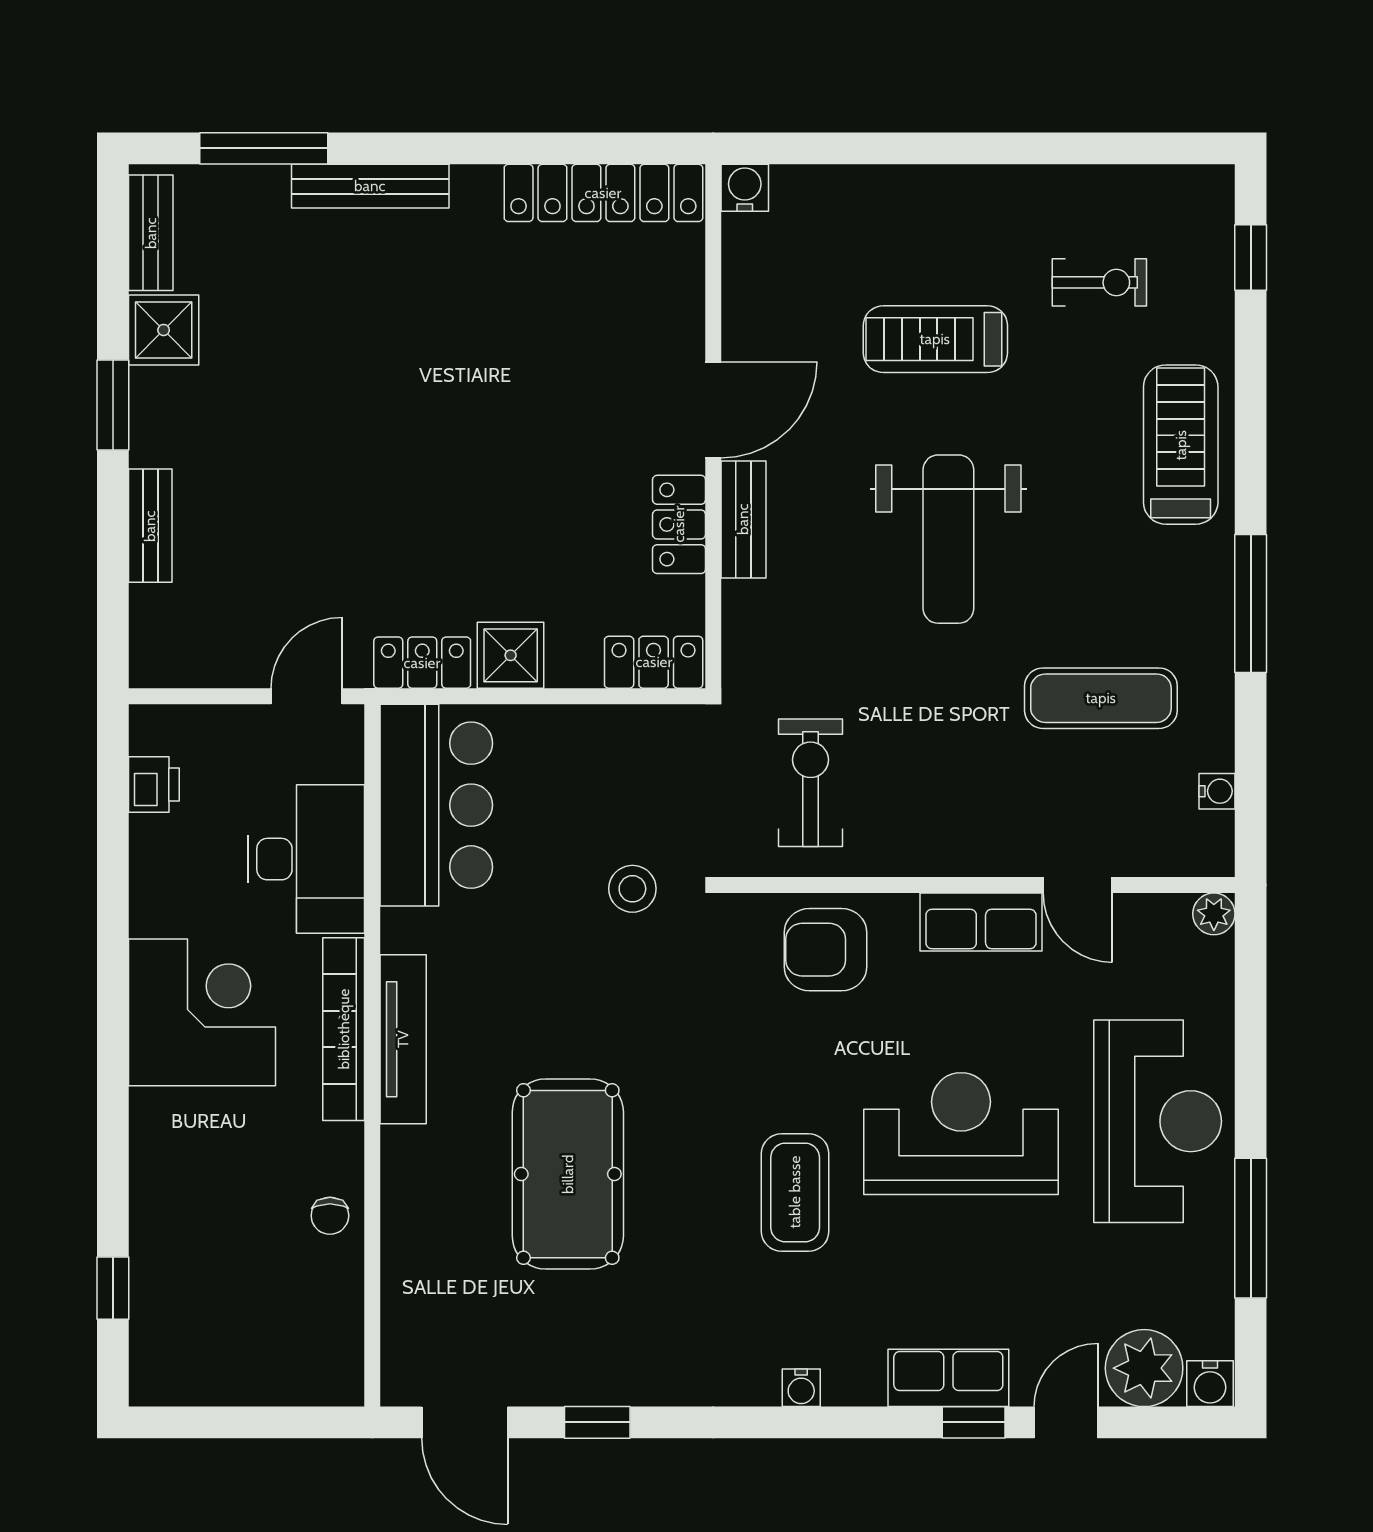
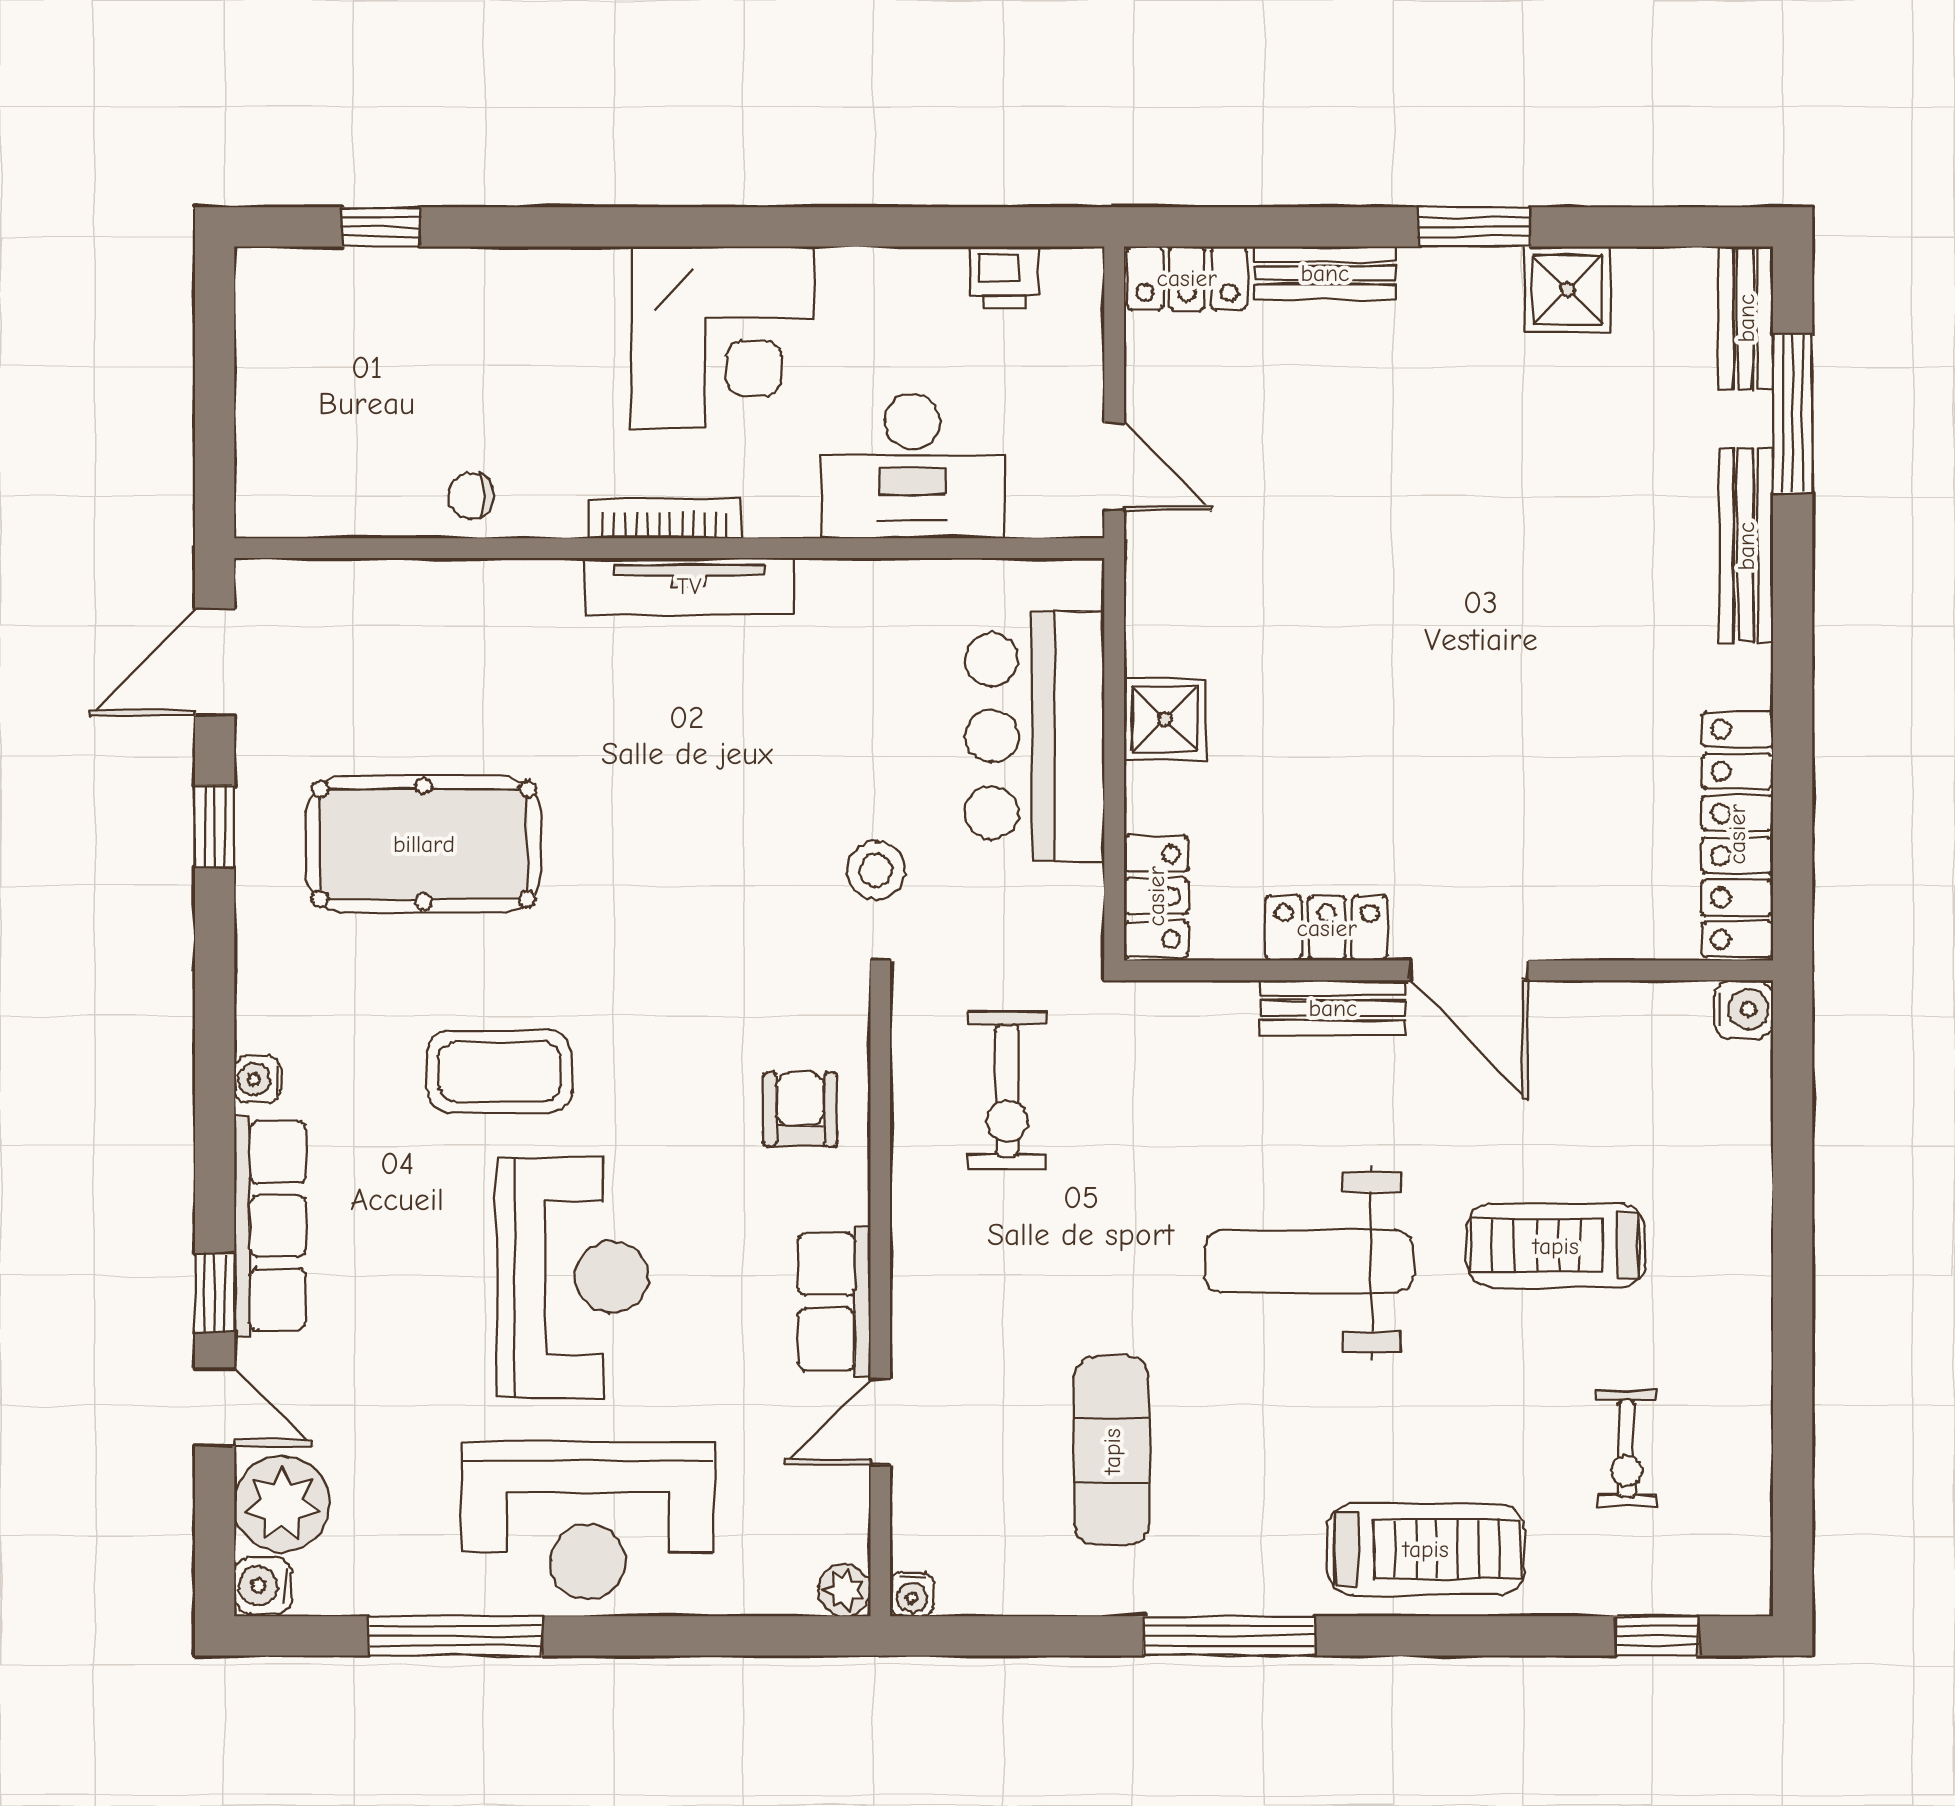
bench: (151, 233) -> (1746, 318), moved, turned 90
treadmill: (935, 339) -> (1556, 1246), turned -90
locker: (422, 663) -> (1187, 278), moved, turned 90
exercise bike: (811, 783) -> (1007, 1091), turned 90
water cooler: (1217, 791) -> (912, 1594), moved
bar counter: (436, 805) -> (1035, 736), moved, turned 90
armchair: (825, 950) -> (800, 1109), width x0.72, depth x0.72
bookcase: (344, 1029) -> (665, 519), width x0.68, depth x0.76
pool table: (568, 1174) -> (424, 844), moved
row of seats: (948, 1378) -> (270, 1226), width x1.48

